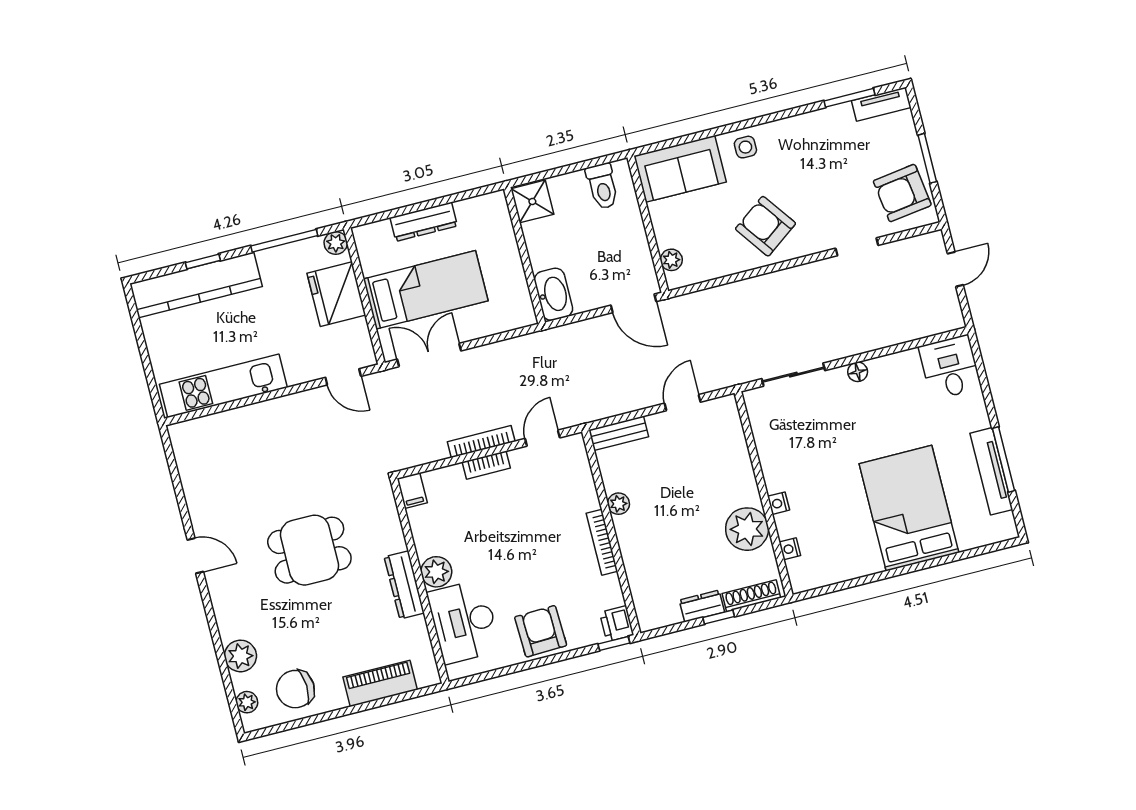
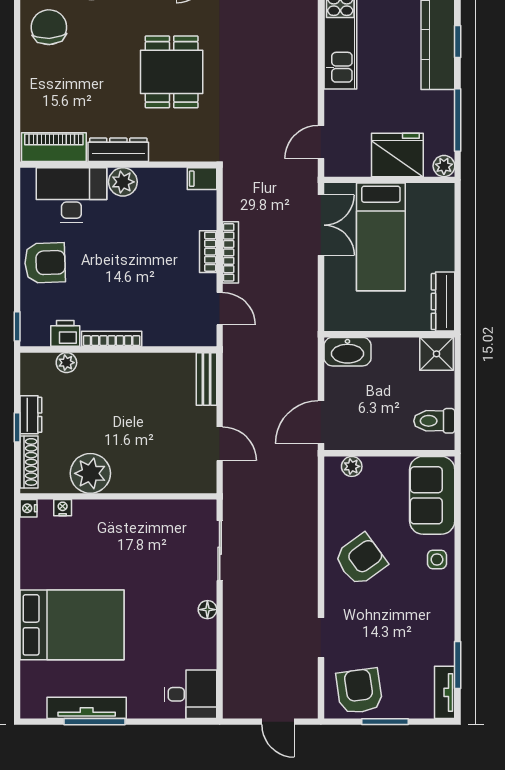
dresser: (424, 222) -> (443, 302), moved
nightstand: (778, 503) -> (29, 508), moved, turned -90
plant: (618, 504) -> (66, 363), moved
printer: (617, 624) -> (65, 333), moved
piano: (380, 683) -> (54, 147), moved, turned -90

